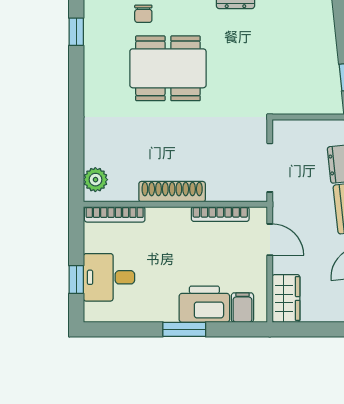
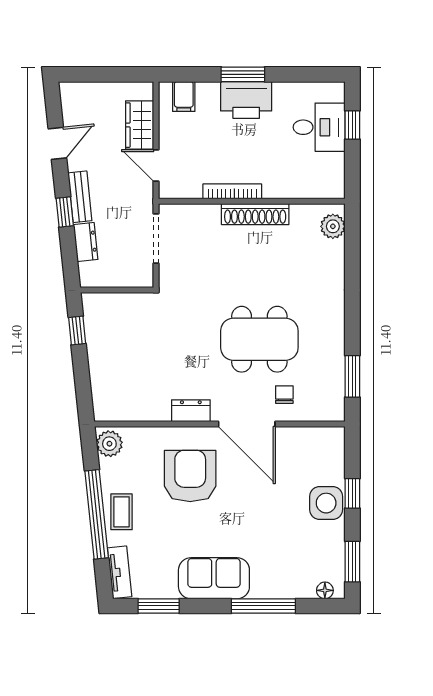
window: (76, 32) -> (352, 376), width x1.50
bookcase: (115, 214) -> (313, 191), removed
bookcase: (220, 214) -> (232, 191), moved
wardrobe: (286, 298) -> (140, 125), moved
printer: (204, 304) -> (246, 100), moved

